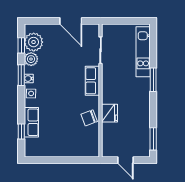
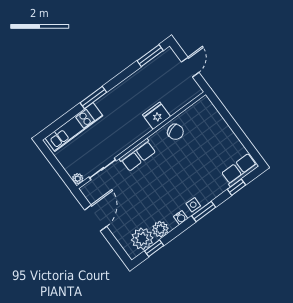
plant: (106, 28) -> (78, 179), added
window: (21, 75) -> (204, 212), moved
row of seats: (31, 122) -> (240, 170), moved

